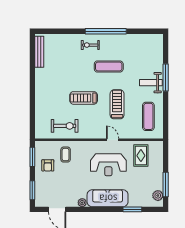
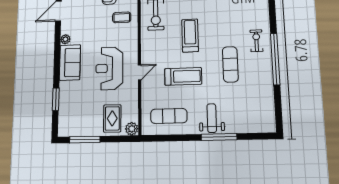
rug: (141, 156) -> (112, 118), moved, turned 90
plant: (158, 196) -> (132, 129), moved
sofa: (108, 198) -> (70, 62), width x0.73

